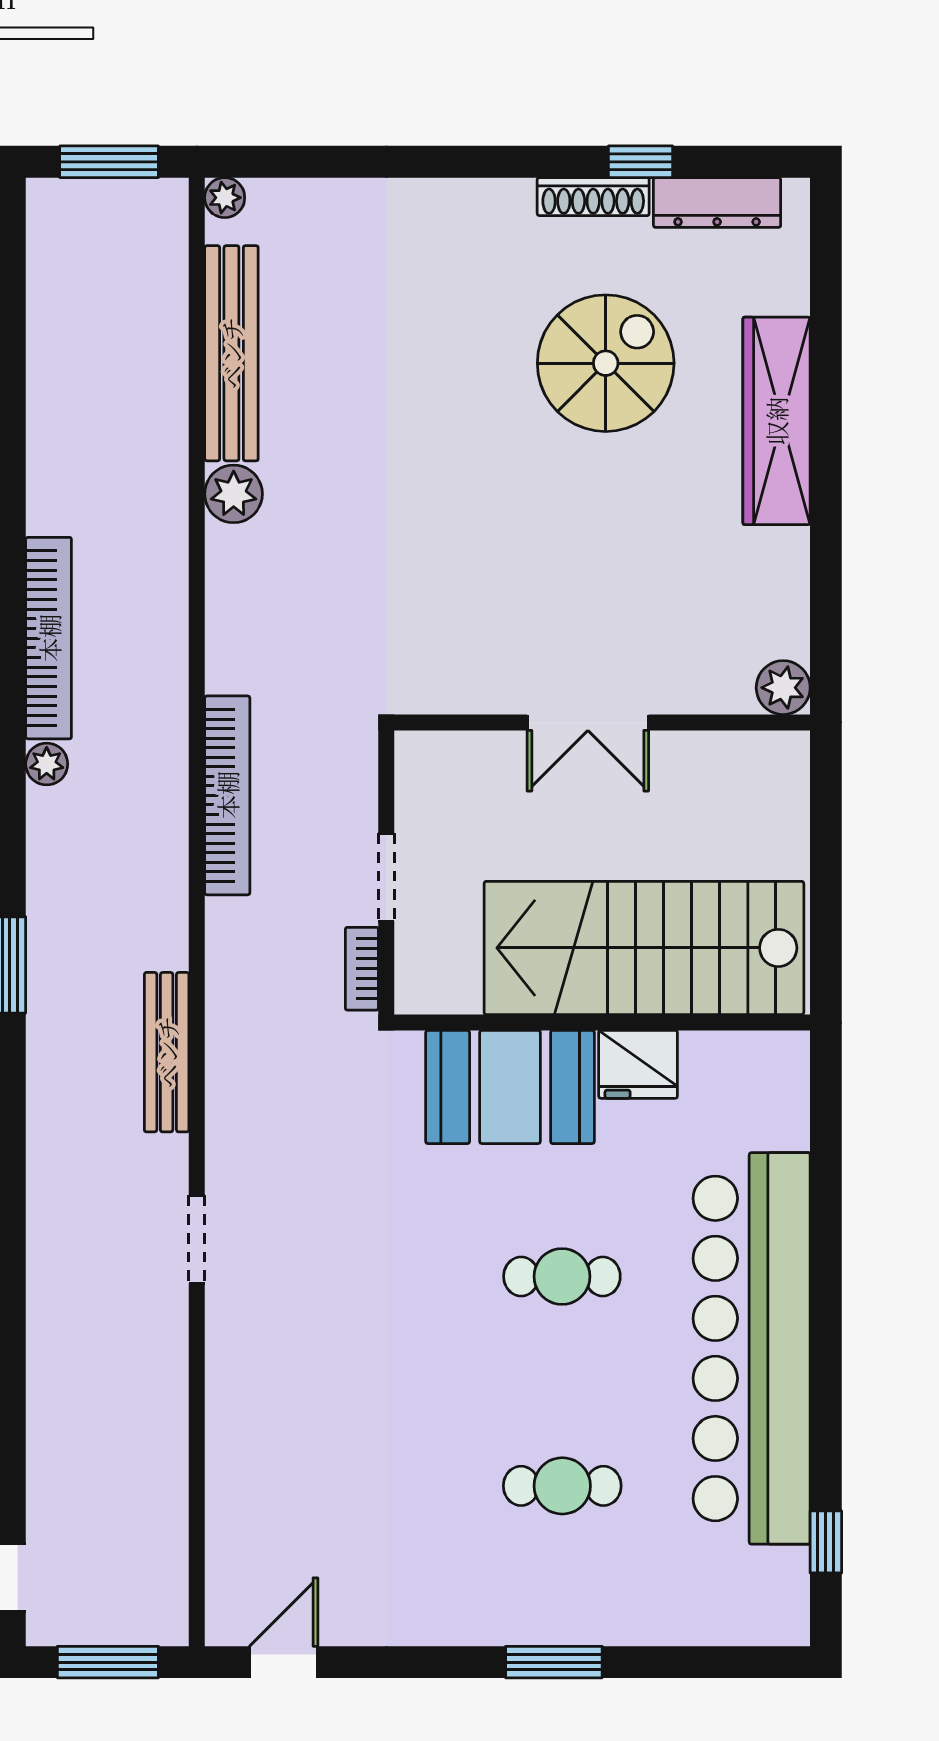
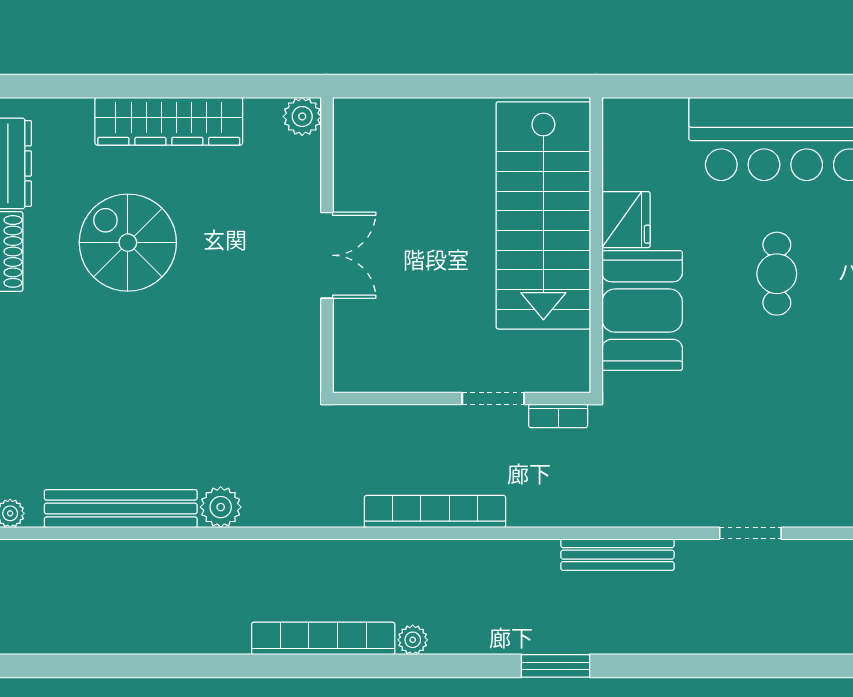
plant: (783, 688) -> (302, 116), moved
double door: (588, 722) -> (327, 255), moved
wall: (602, 722) -> (327, 245), moved

